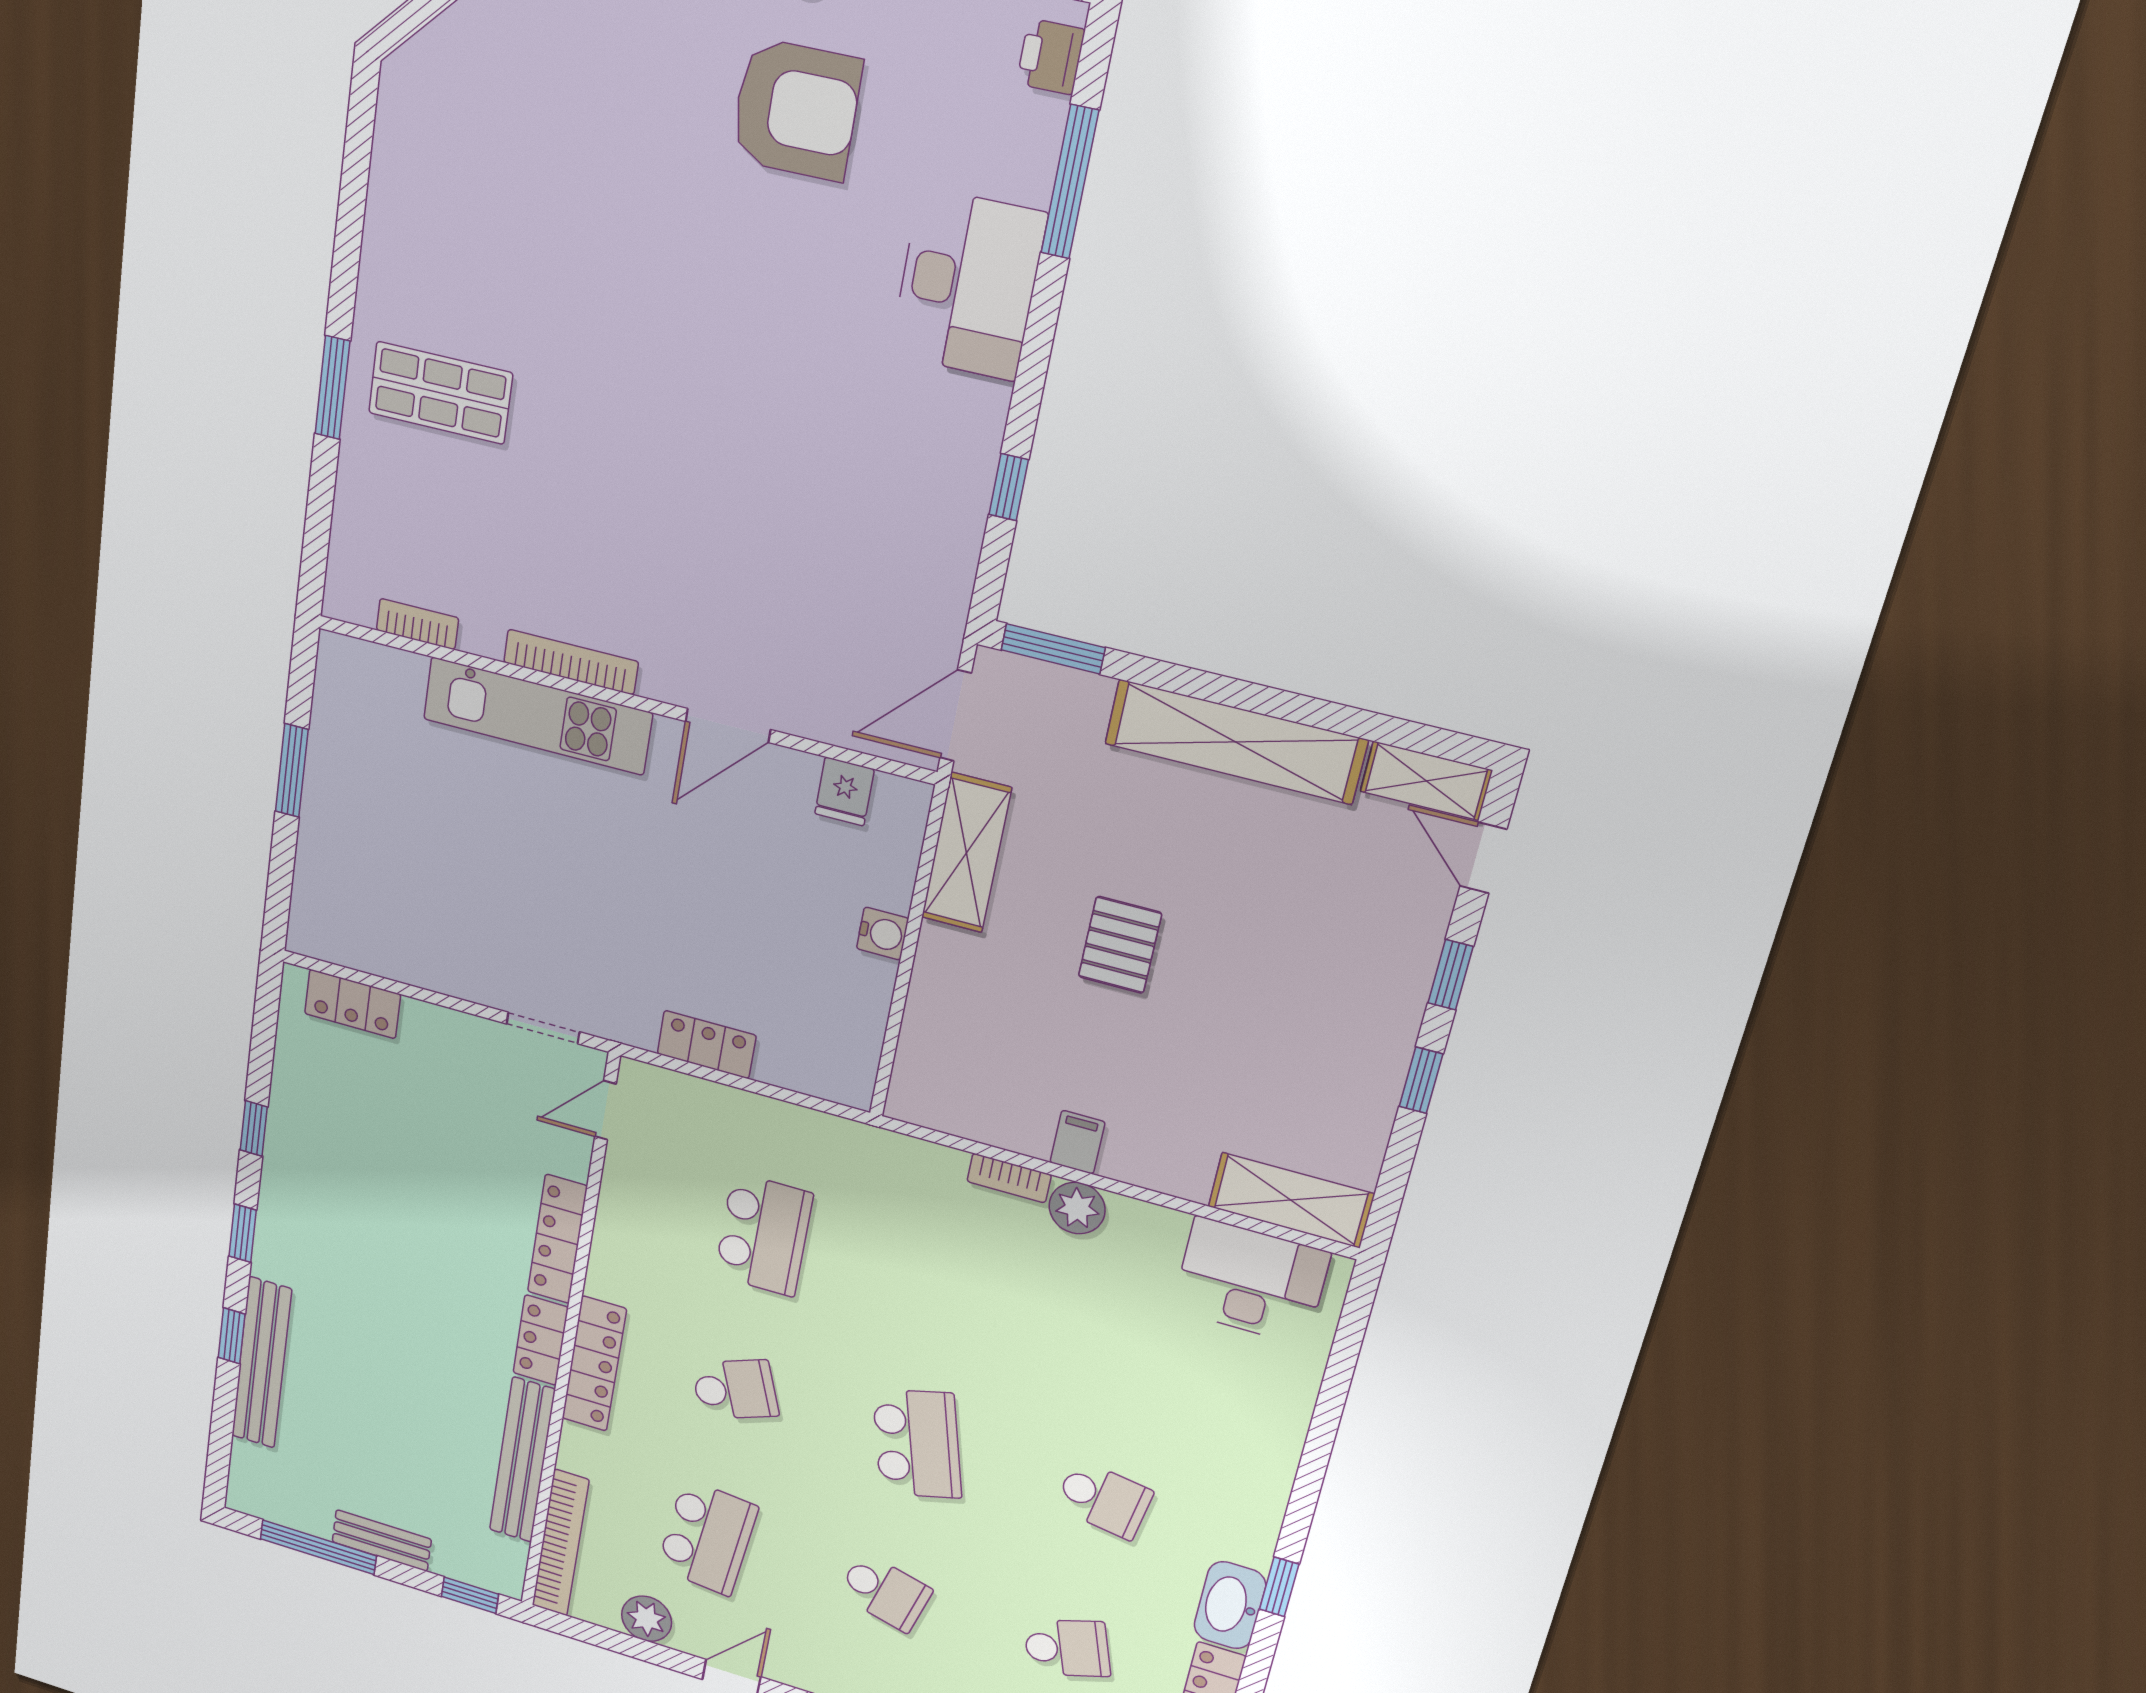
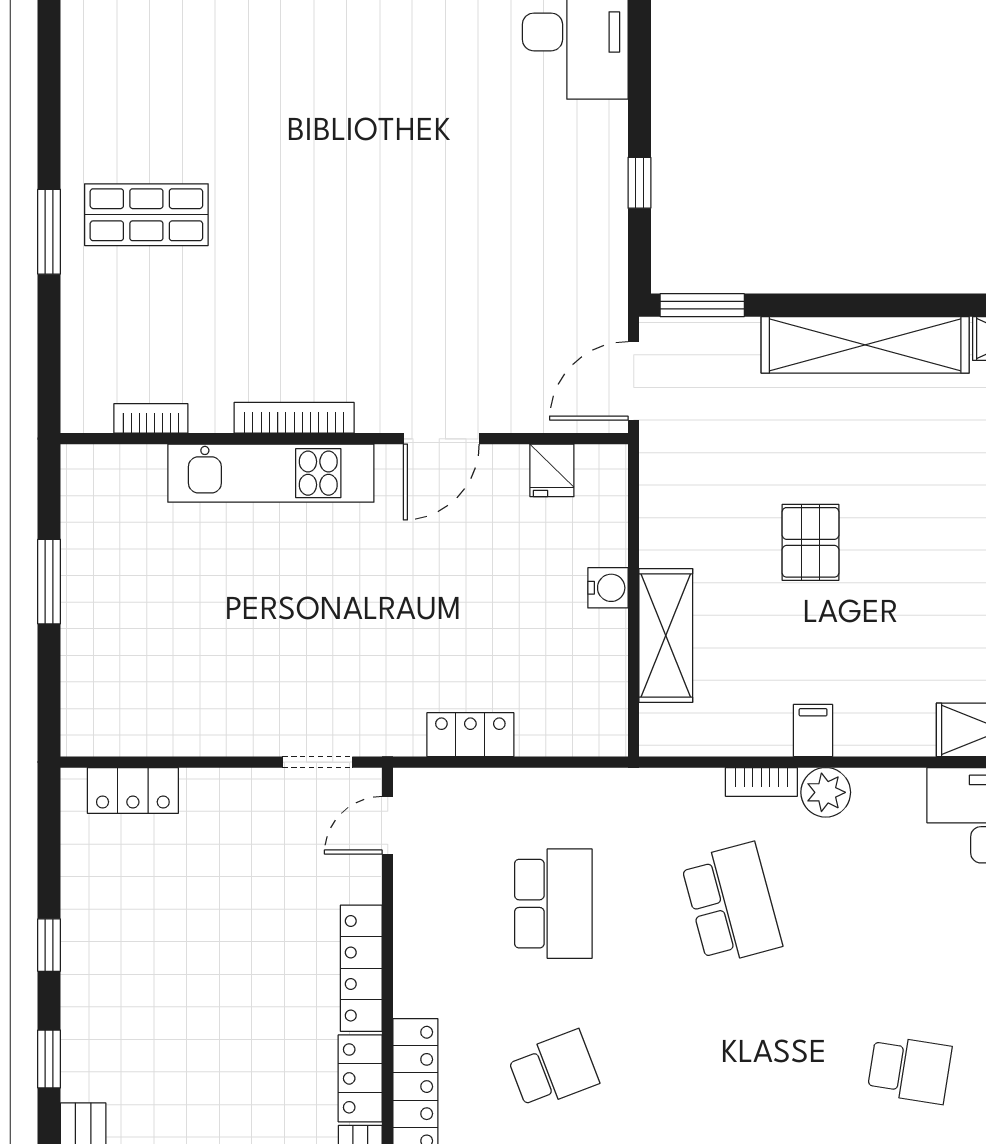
shelving: (966, 853) -> (666, 635), moved
school desk: (917, 1444) -> (731, 904), moved

